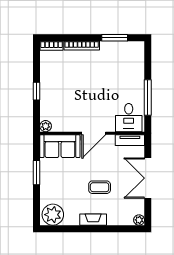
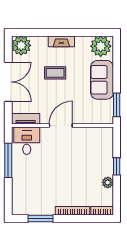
plant: (46, 126) -> (108, 182), moved
sofa: (60, 146) -> (102, 80), moved, turned -90
window: (36, 173) -> (117, 105), moved
plant: (139, 220) -> (21, 45), width x1.88, depth x1.88

